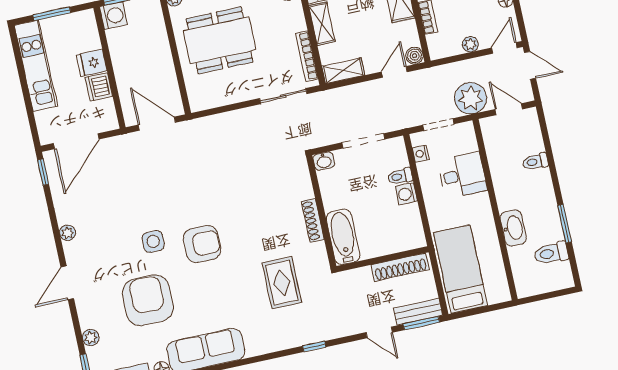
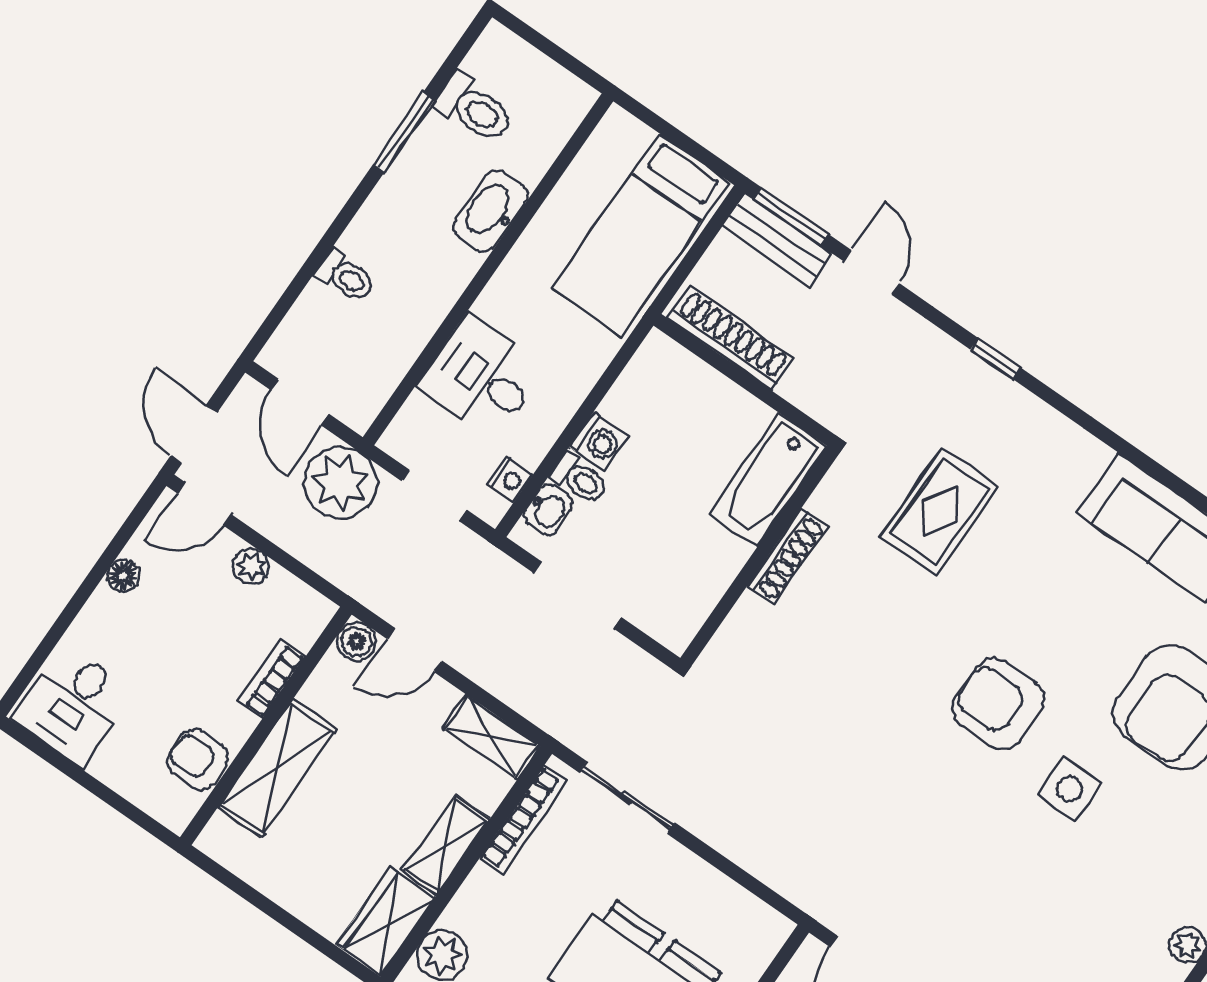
washbasin: (324, 161) -> (548, 510), moved, turned 90

